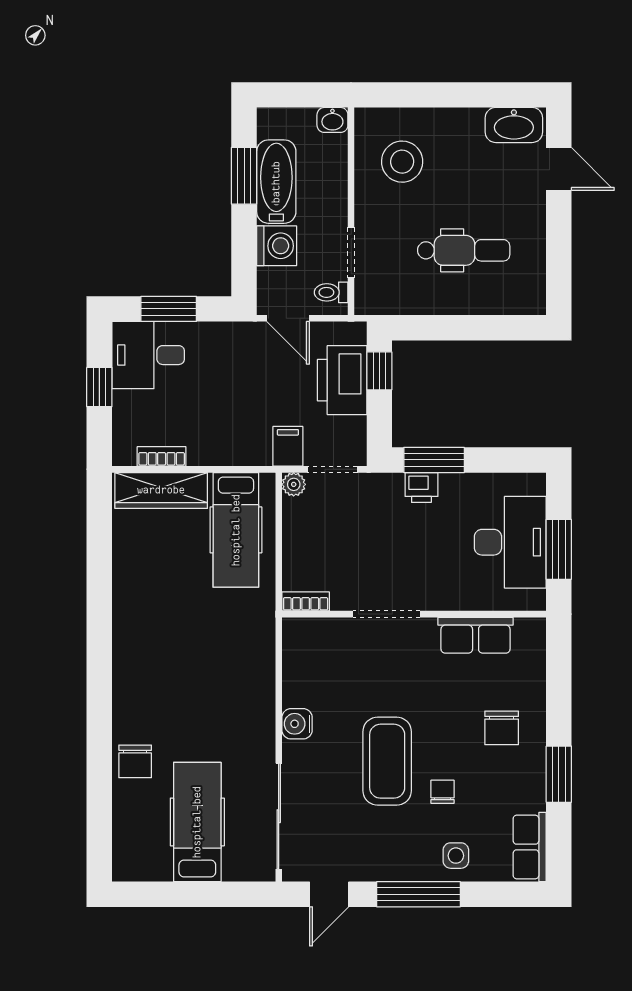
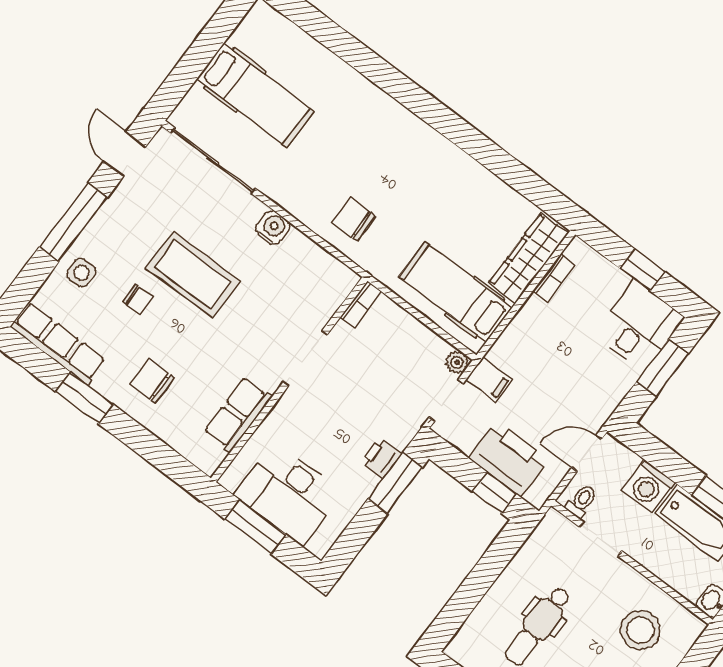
chair: (135, 761) -> (354, 220), moved
row of seats: (530, 847) -> (58, 343), width x1.48

